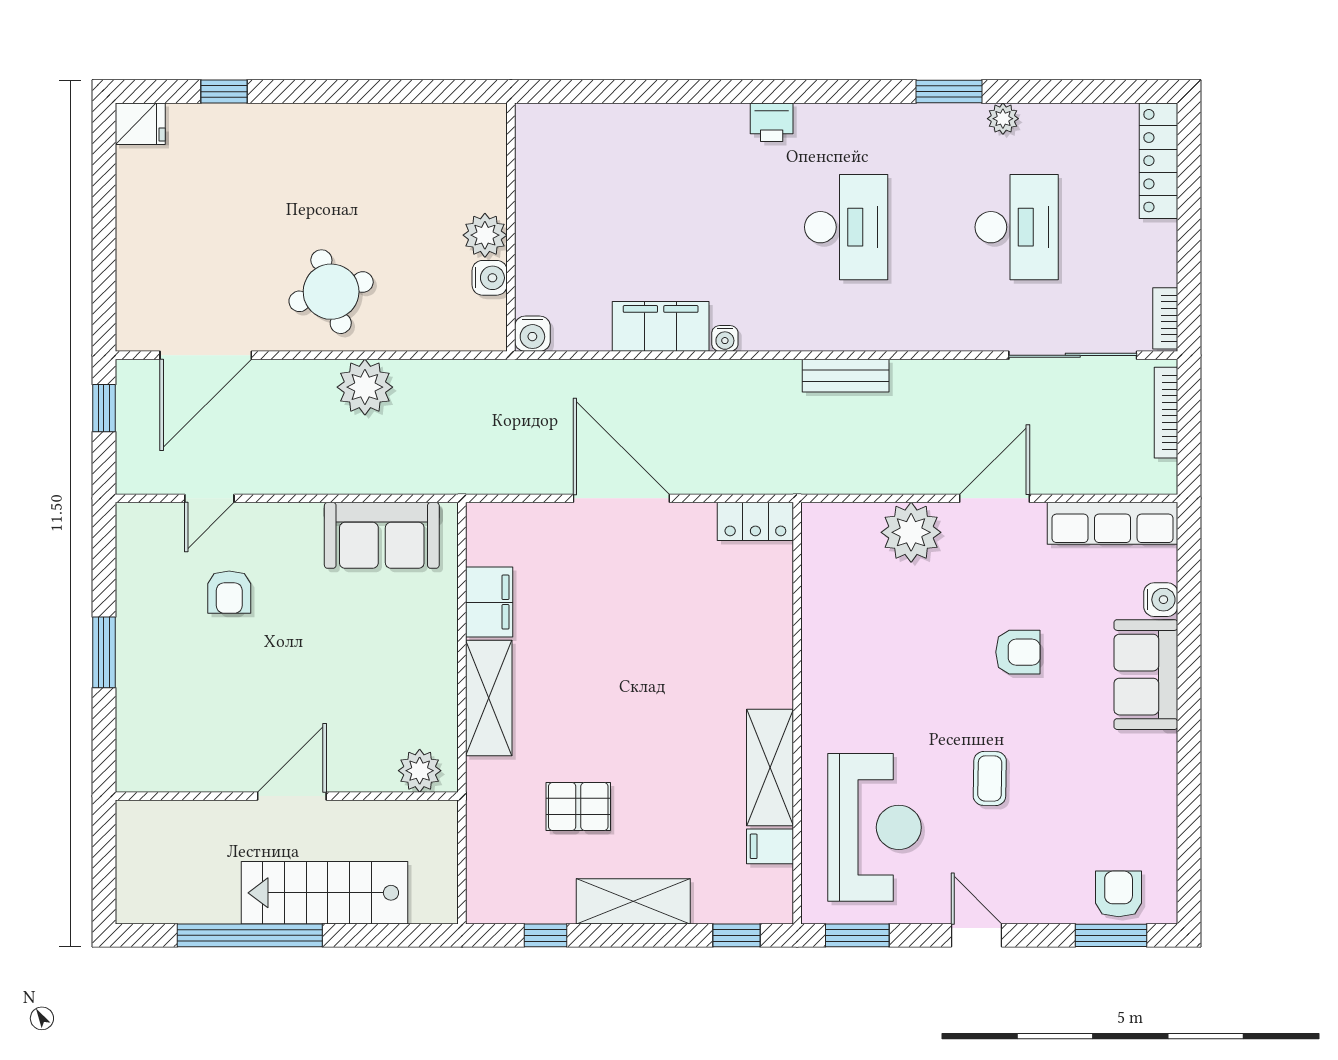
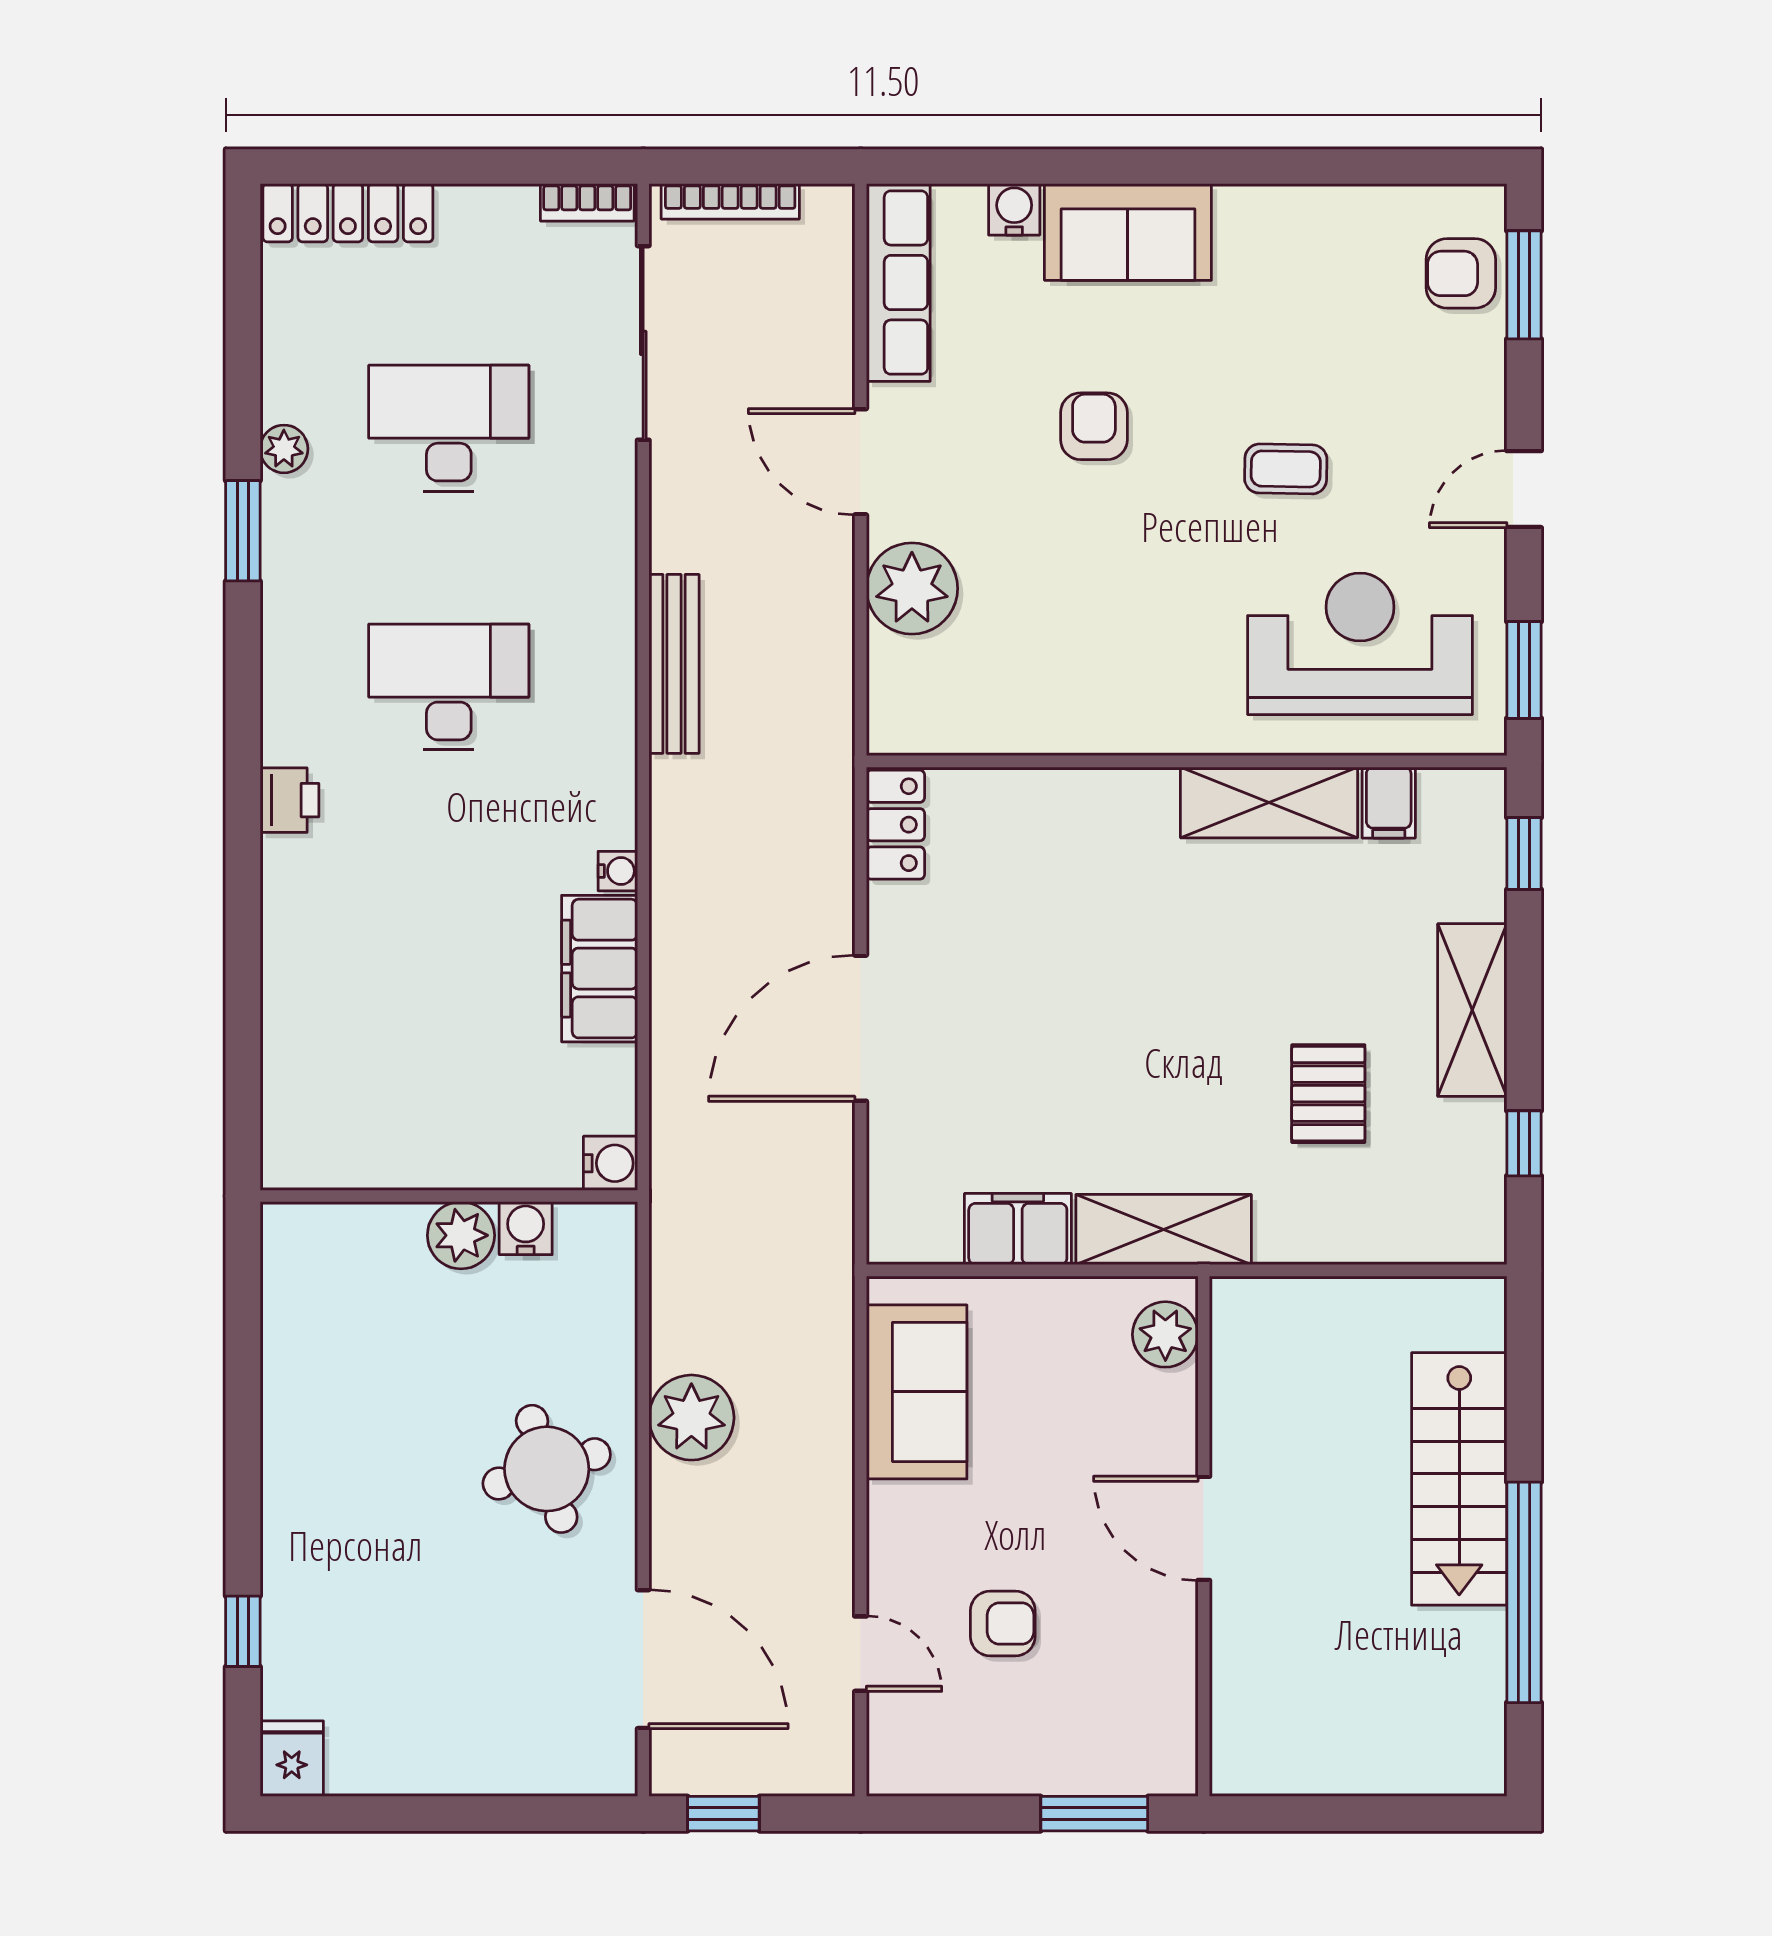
bench: (846, 376) -> (674, 664), width x1.36
plant: (420, 771) -> (1165, 1334), moved
wall: (287, 796) -> (1204, 1536), moved
door: (292, 796) -> (1204, 1528), moved

